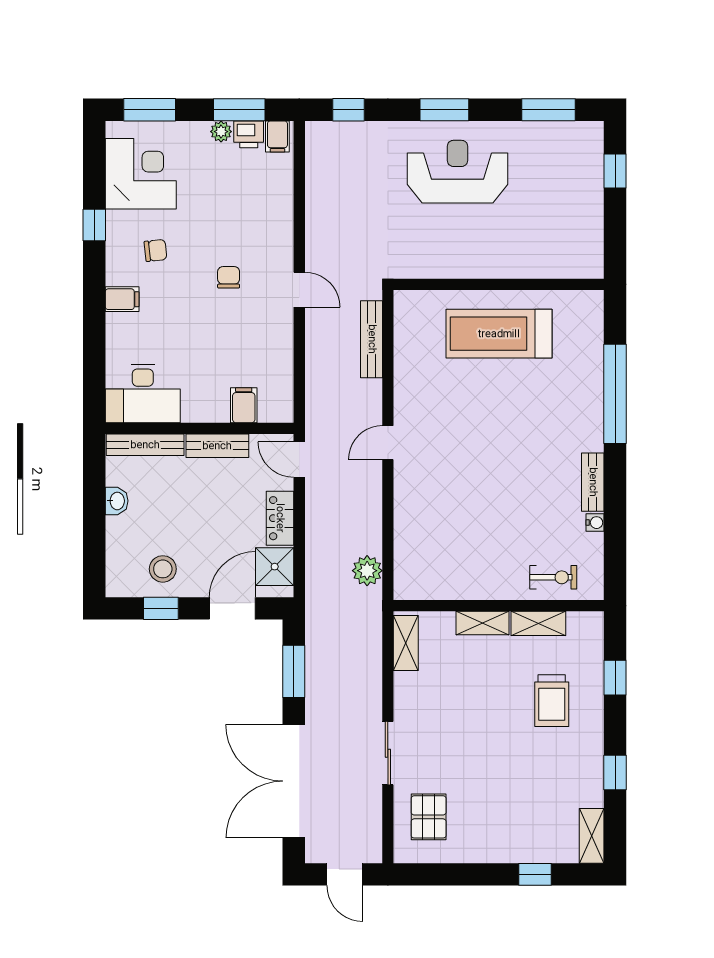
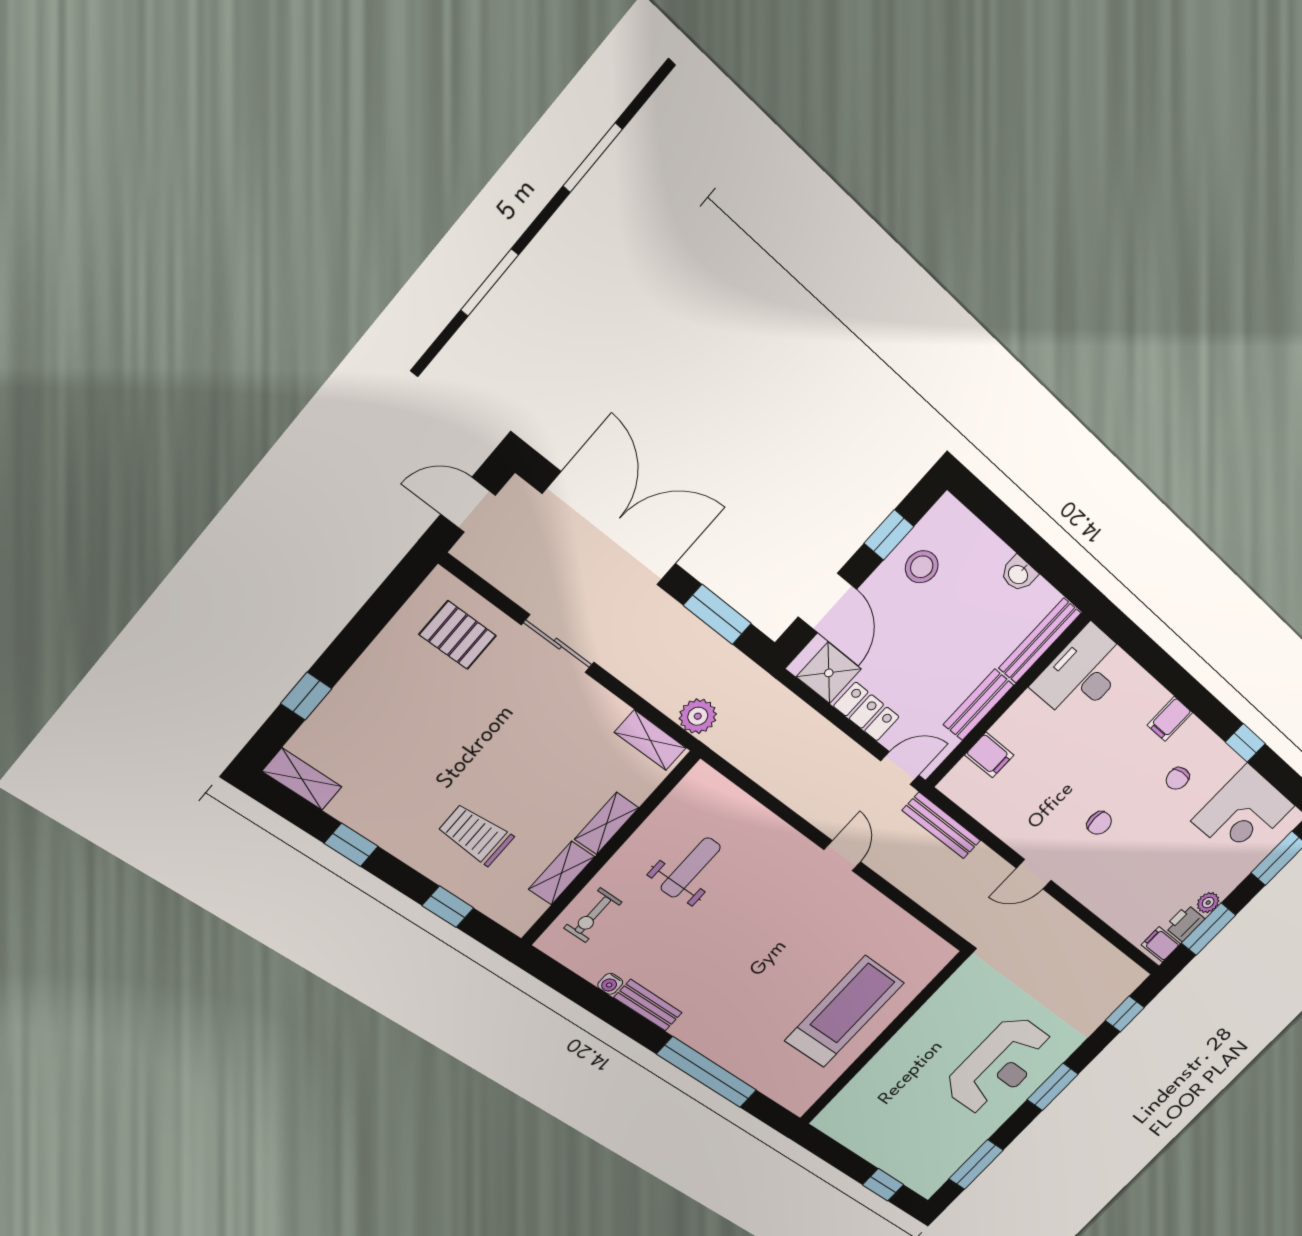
bench: (372, 339) -> (942, 826), moved
weight bench: (472, 540) -> (691, 868), added
plant: (367, 571) -> (698, 716), moved

